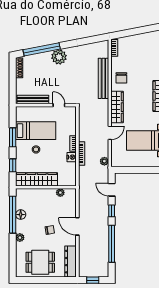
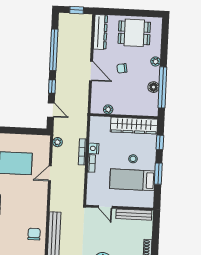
wardrobe: (117, 107) -> (40, 202), removed

